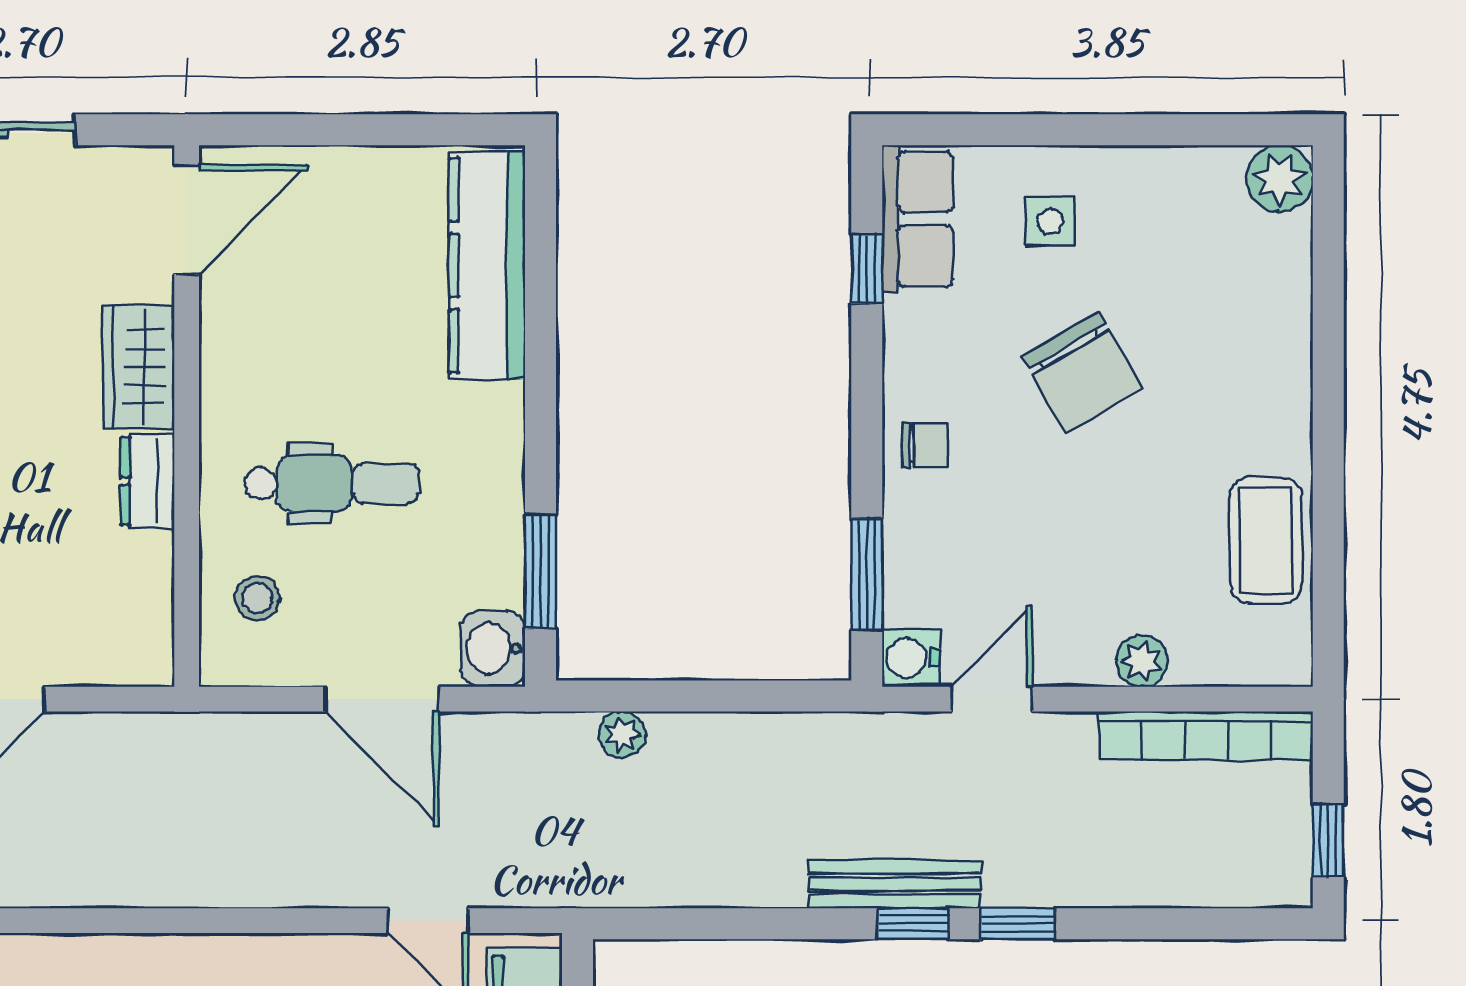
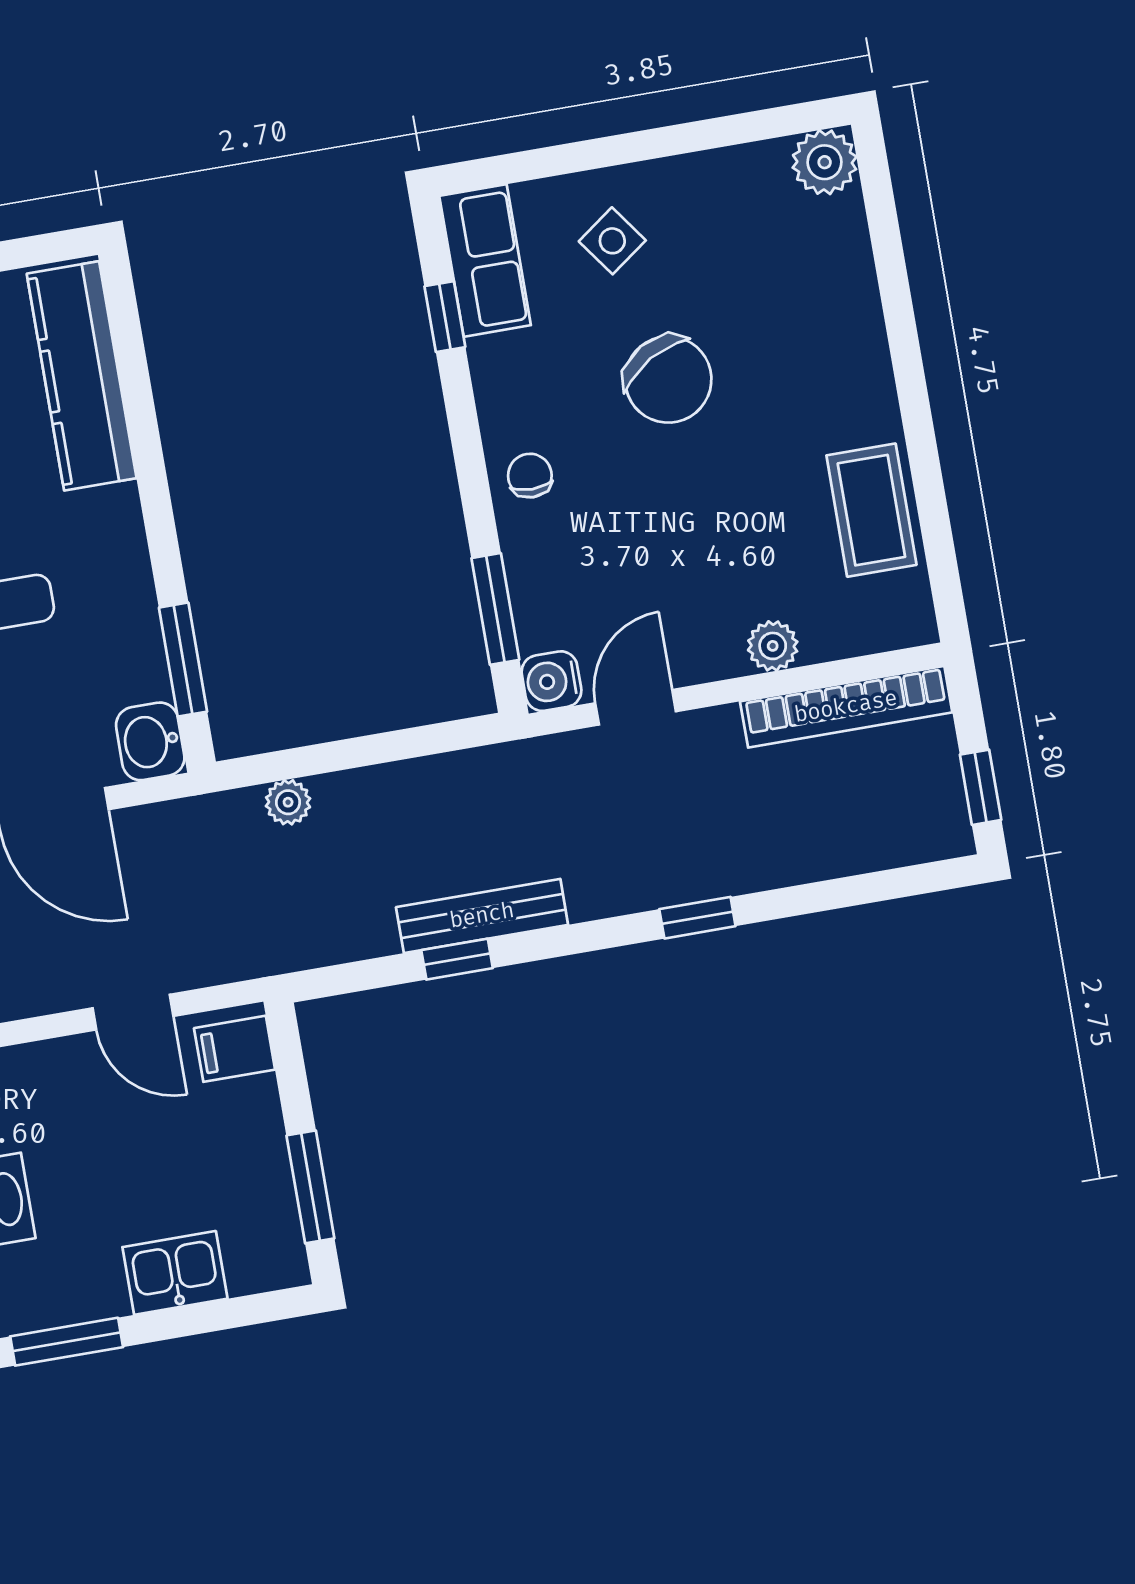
side table: (1050, 221) -> (612, 241), turned -36
chair: (925, 445) -> (530, 476), turned -90
bench: (895, 884) -> (482, 916), moved
window: (914, 924) -> (457, 959), moved

